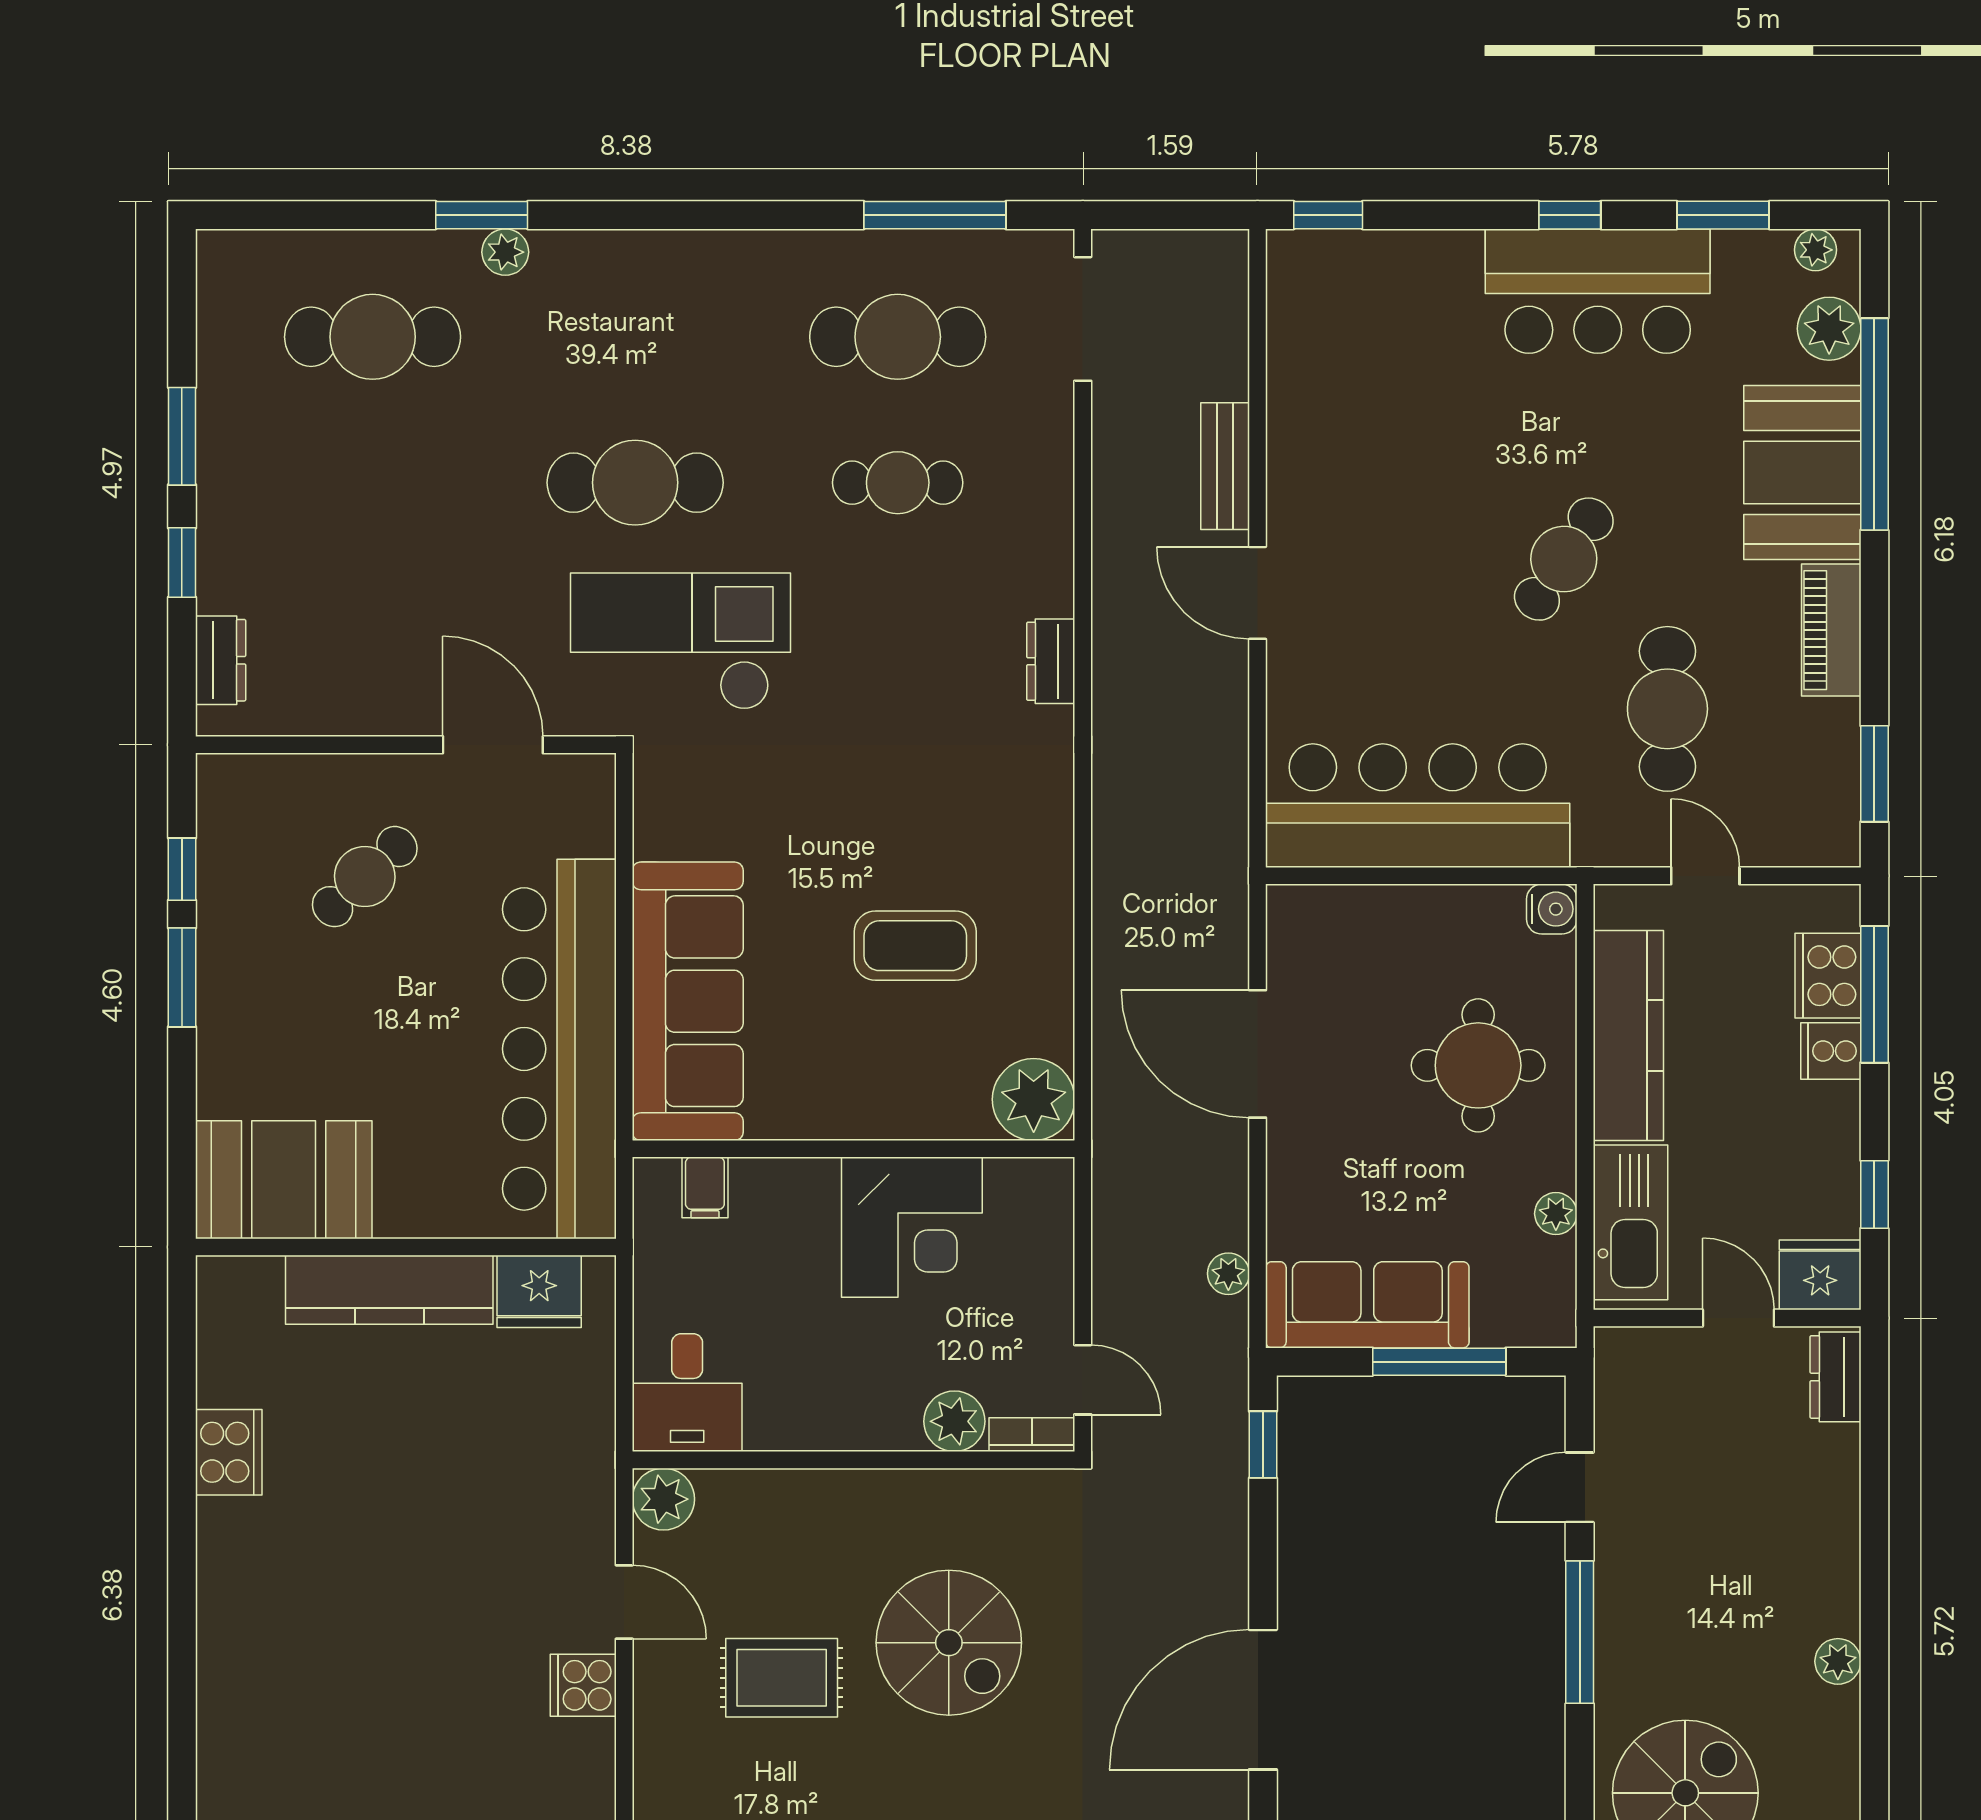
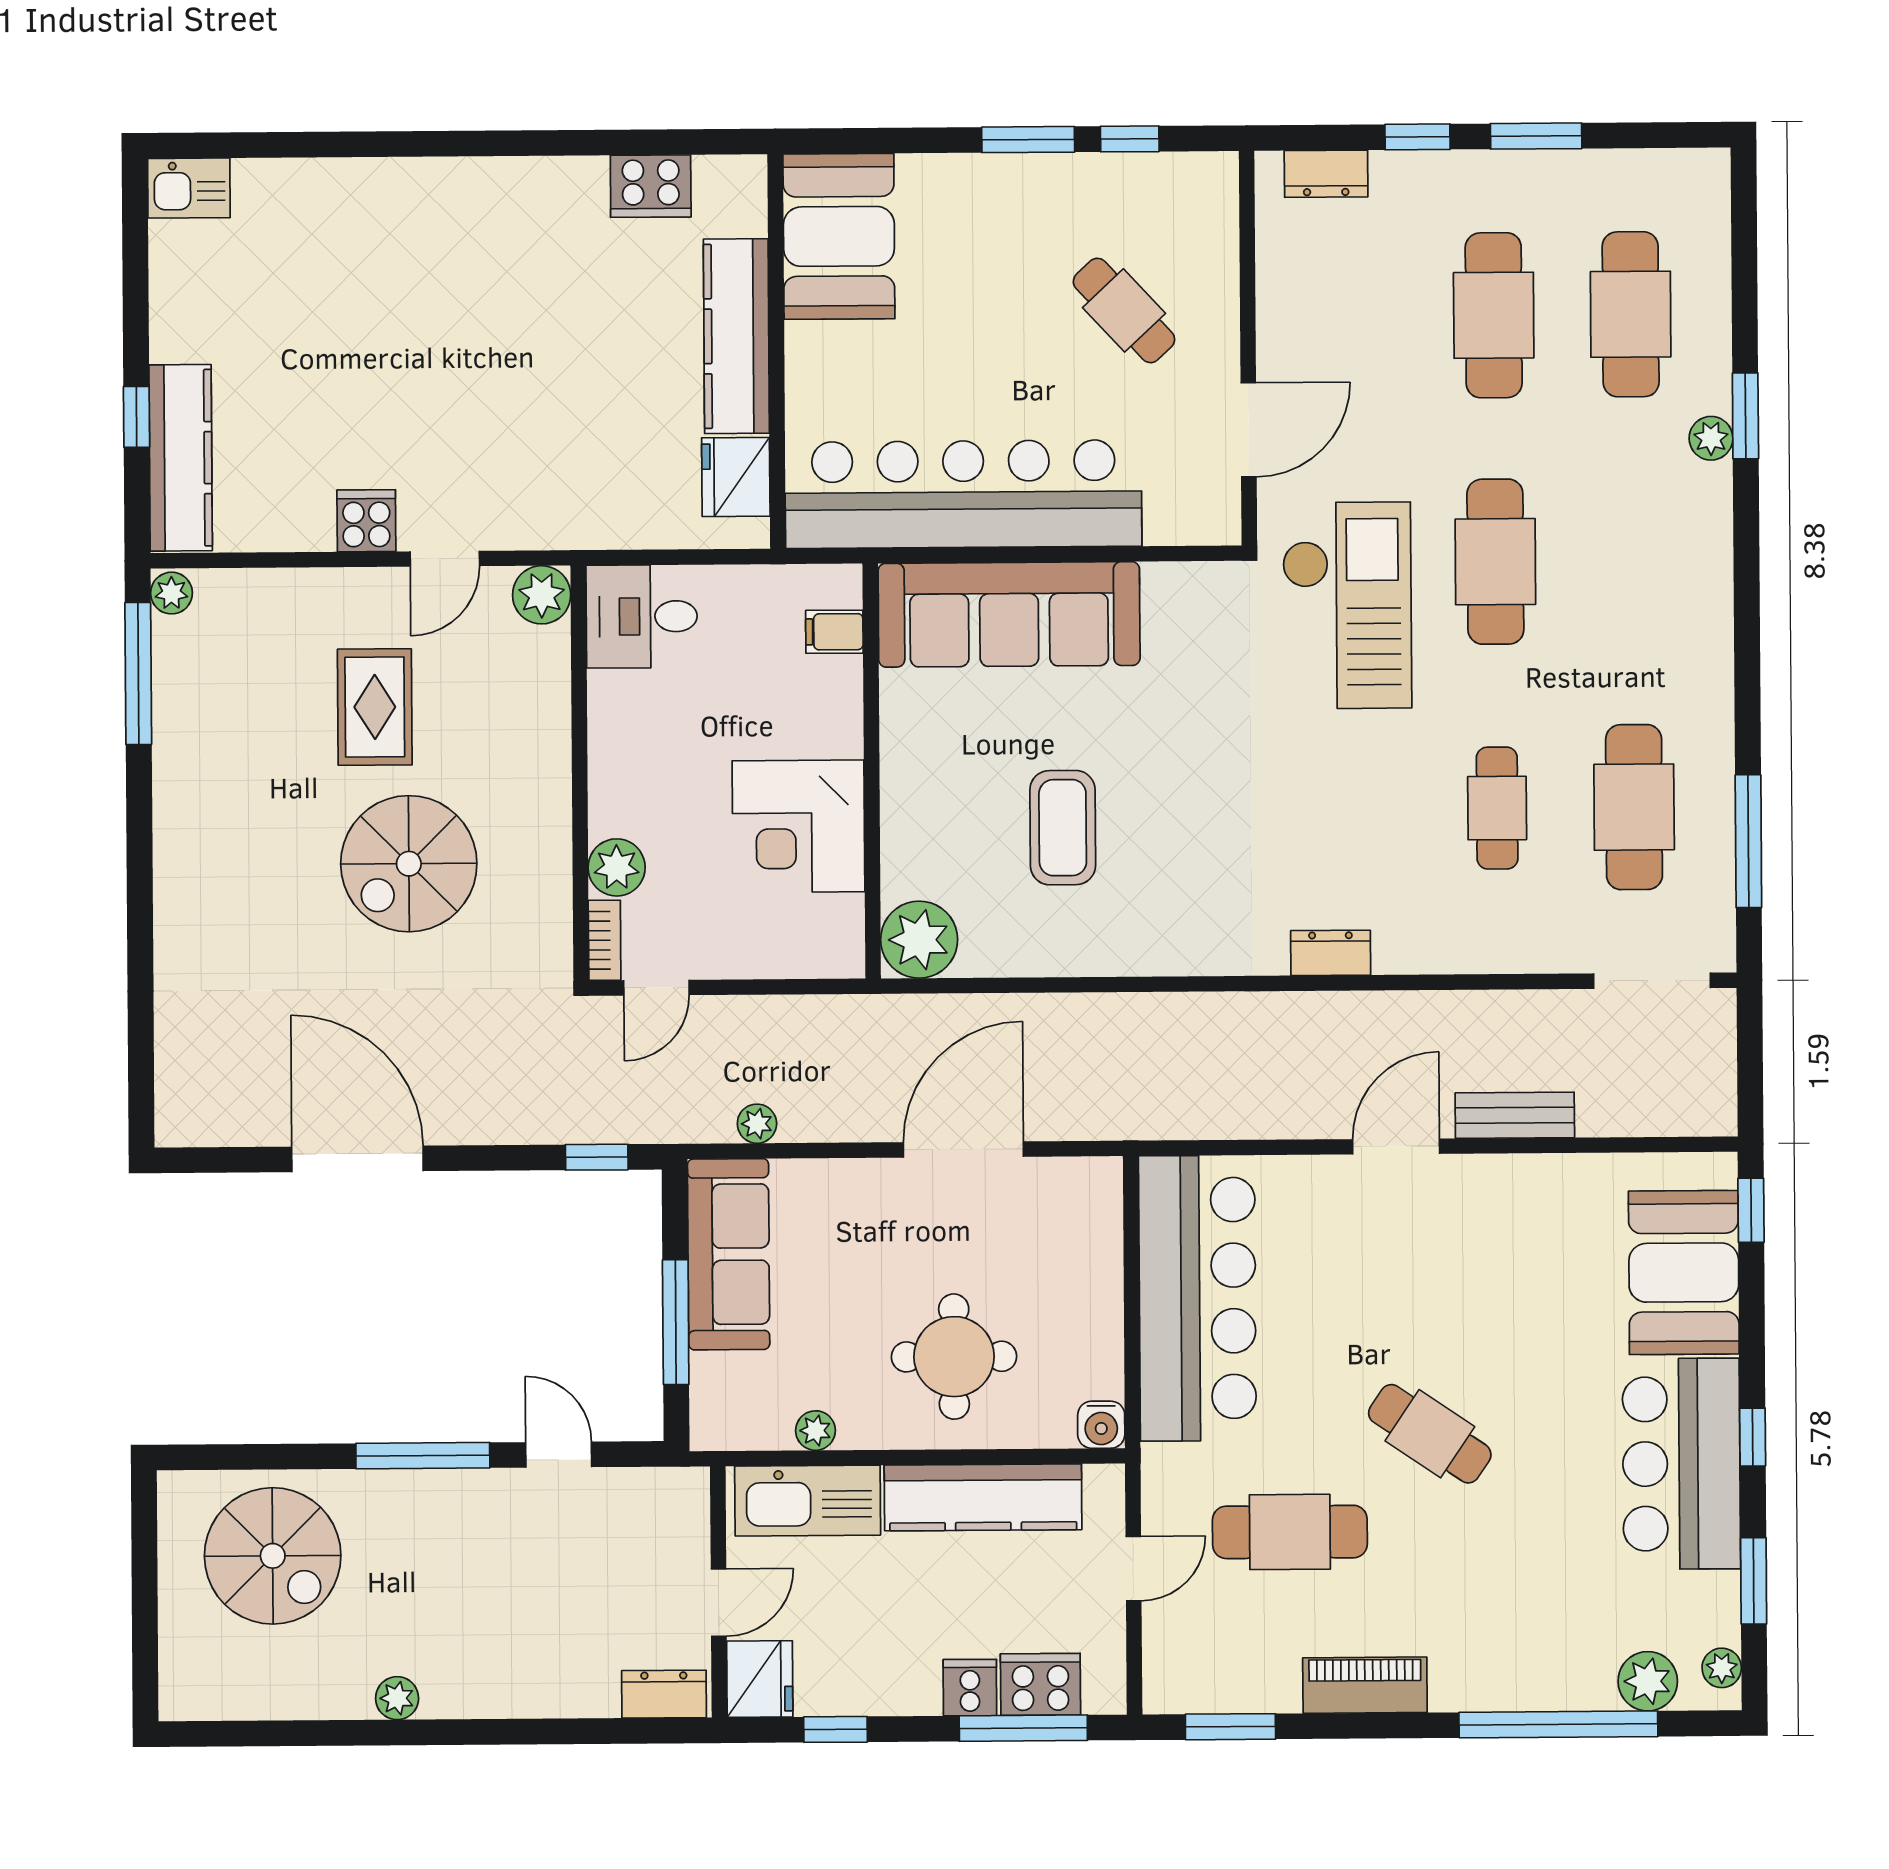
booth: (1802, 472) -> (1684, 1273), moved, turned 90
cafe table: (373, 483) -> (1494, 315), added
cooker: (229, 1452) -> (651, 186), moved

